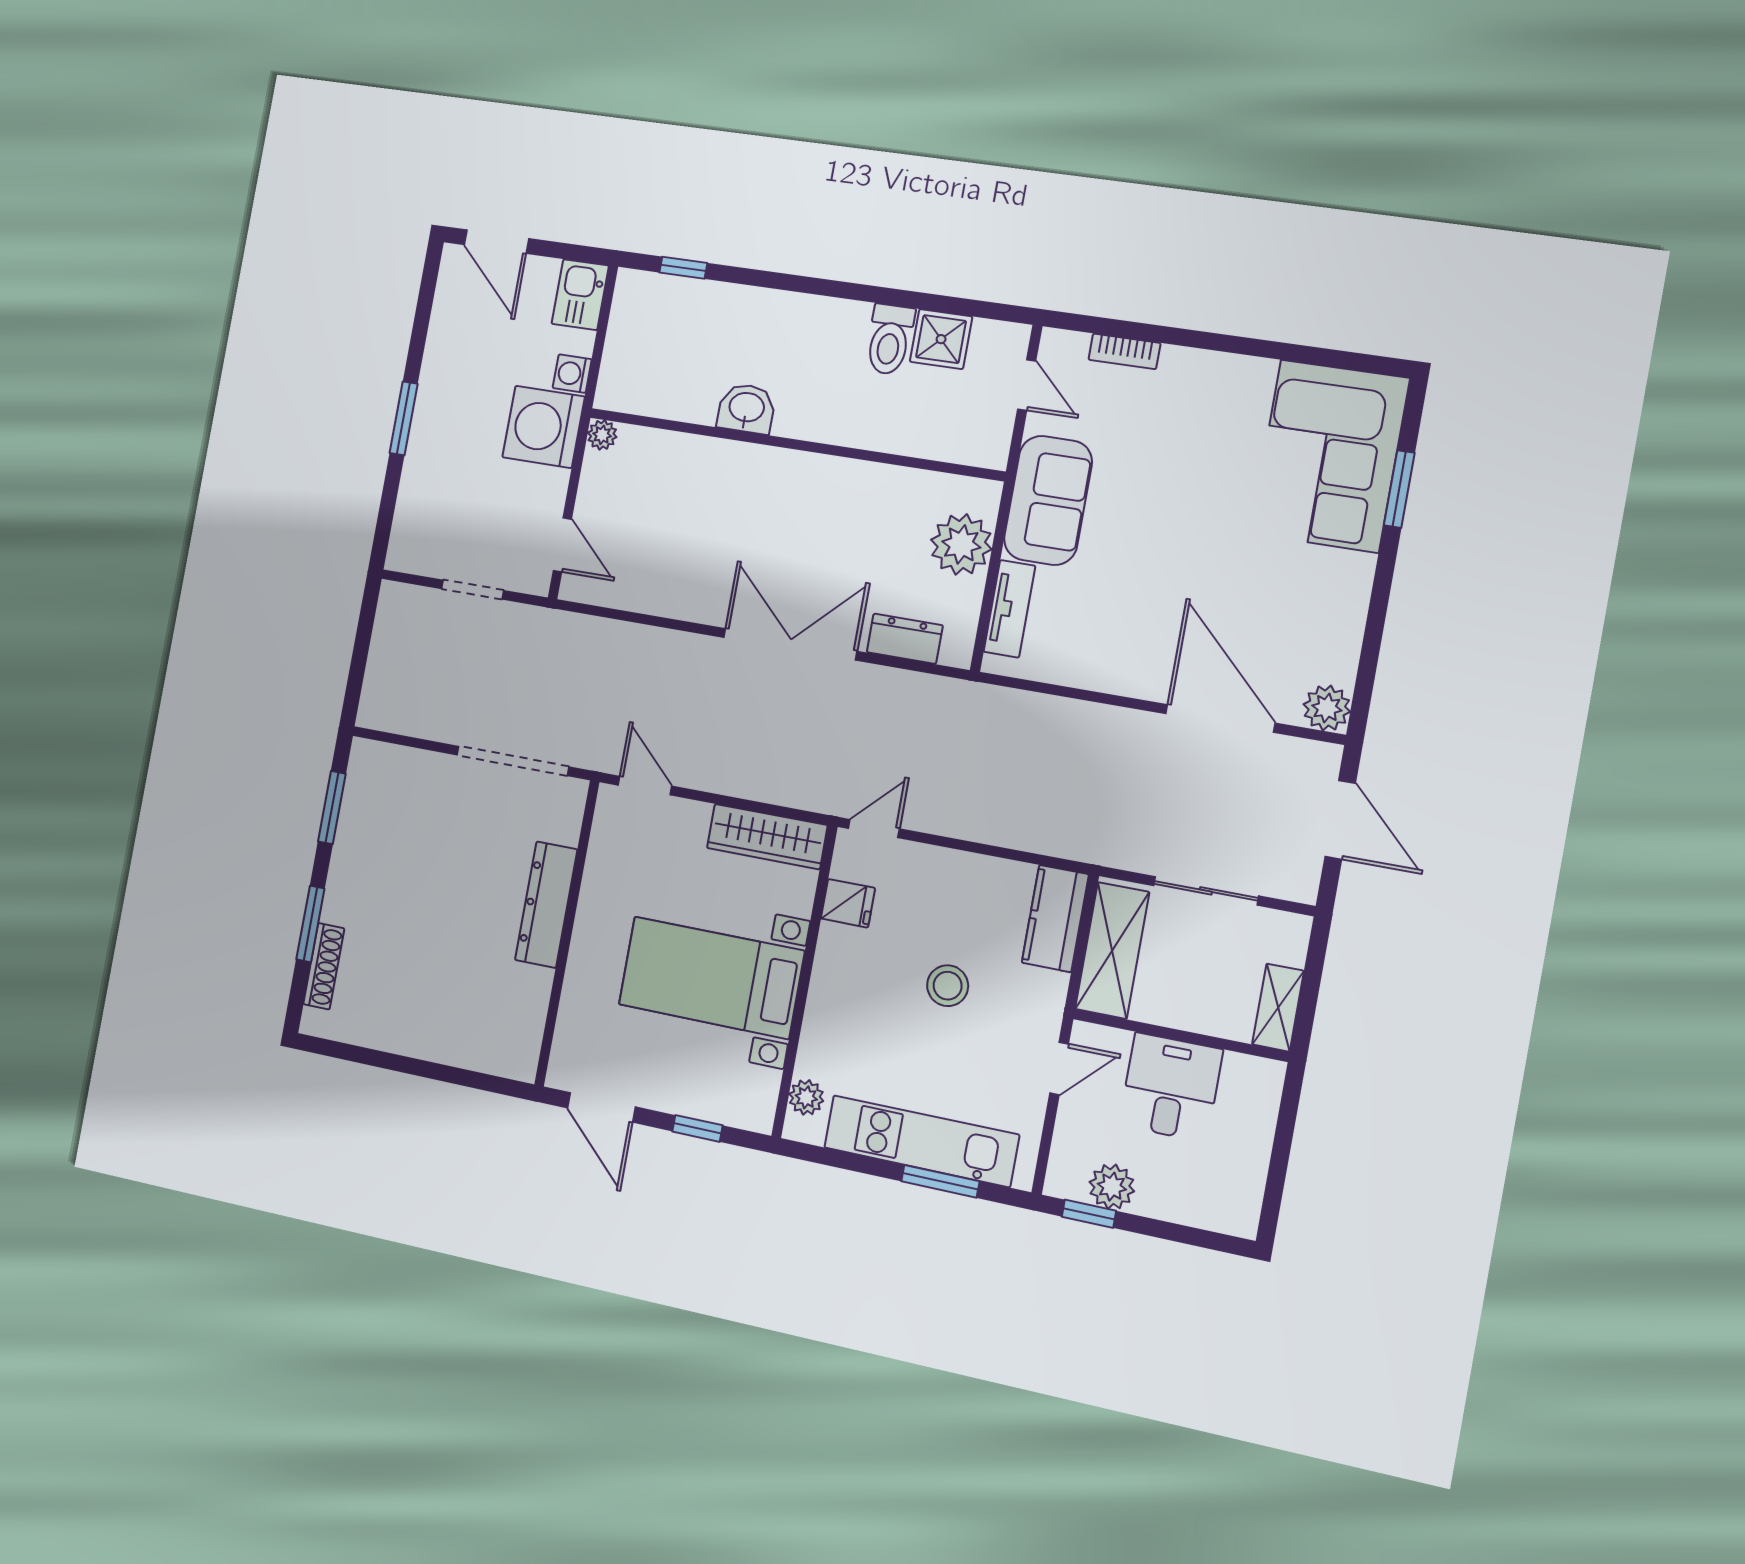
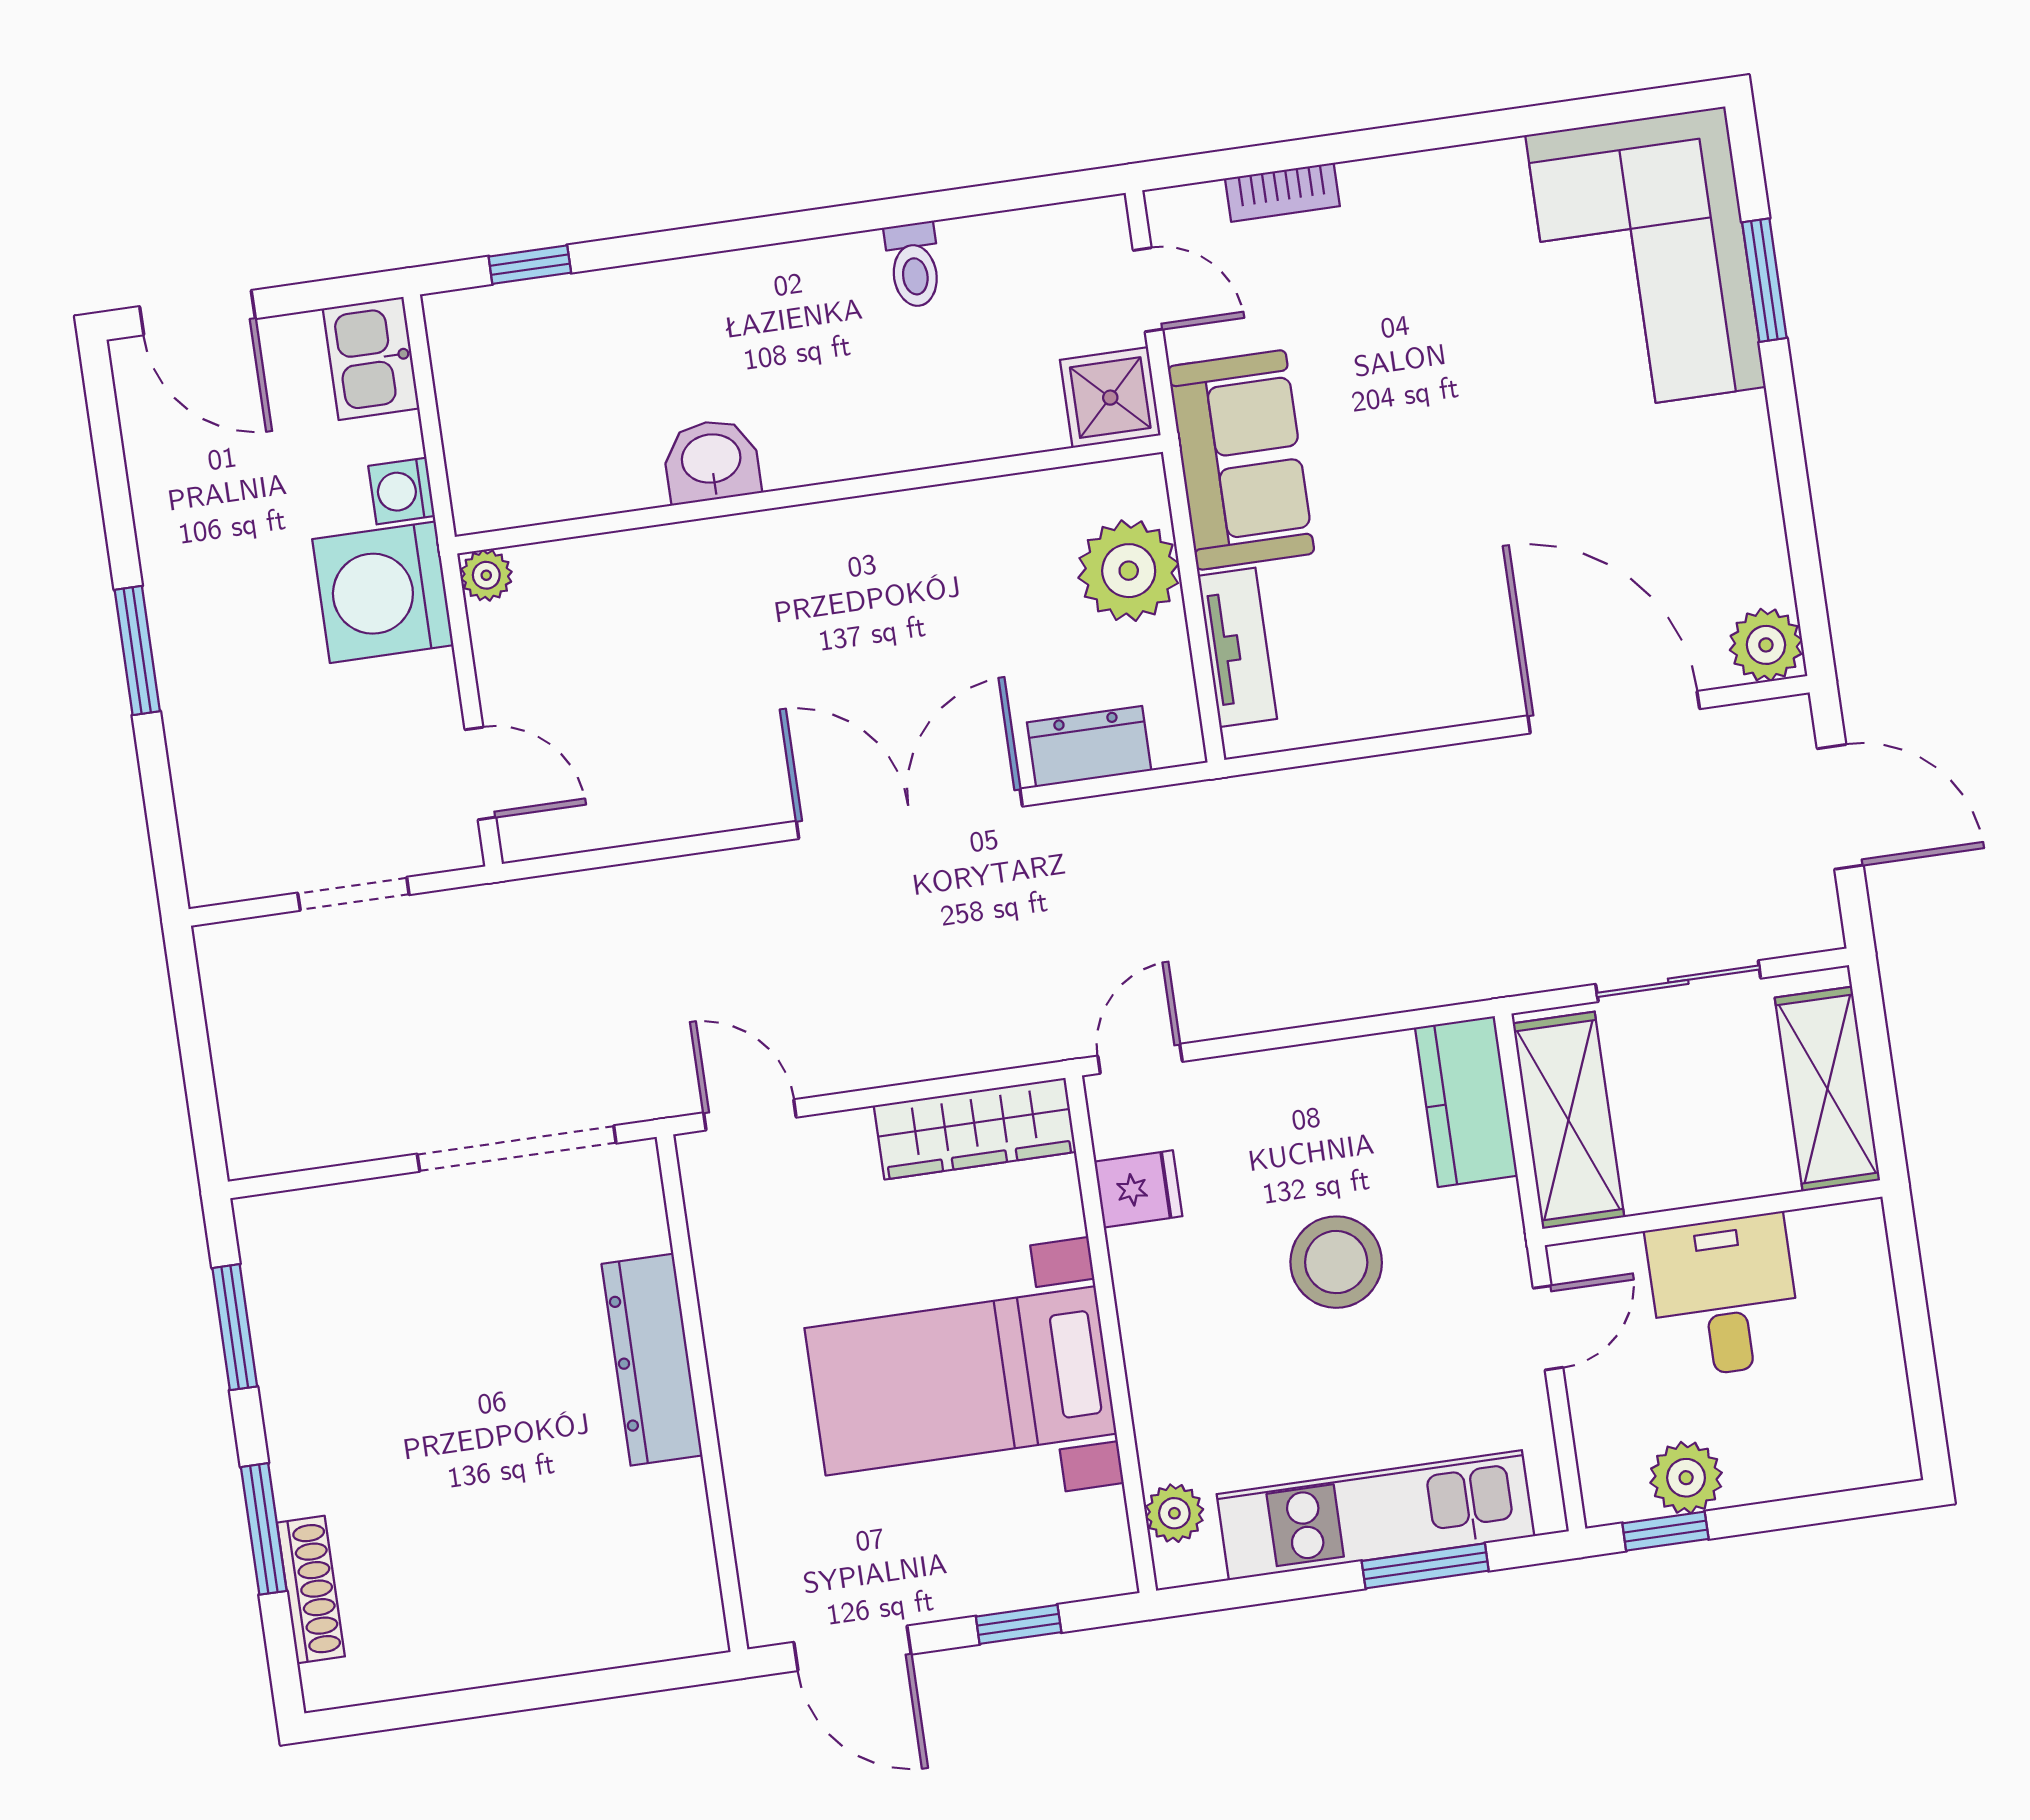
toilet: (890, 339) -> (914, 265), width x0.73, depth x0.72
shower: (941, 339) -> (1110, 398), moved
stool: (948, 986) -> (1336, 1262), width x1.38, depth x1.38
shelving: (1278, 1008) -> (1827, 1089), width x1.50, depth x1.33

